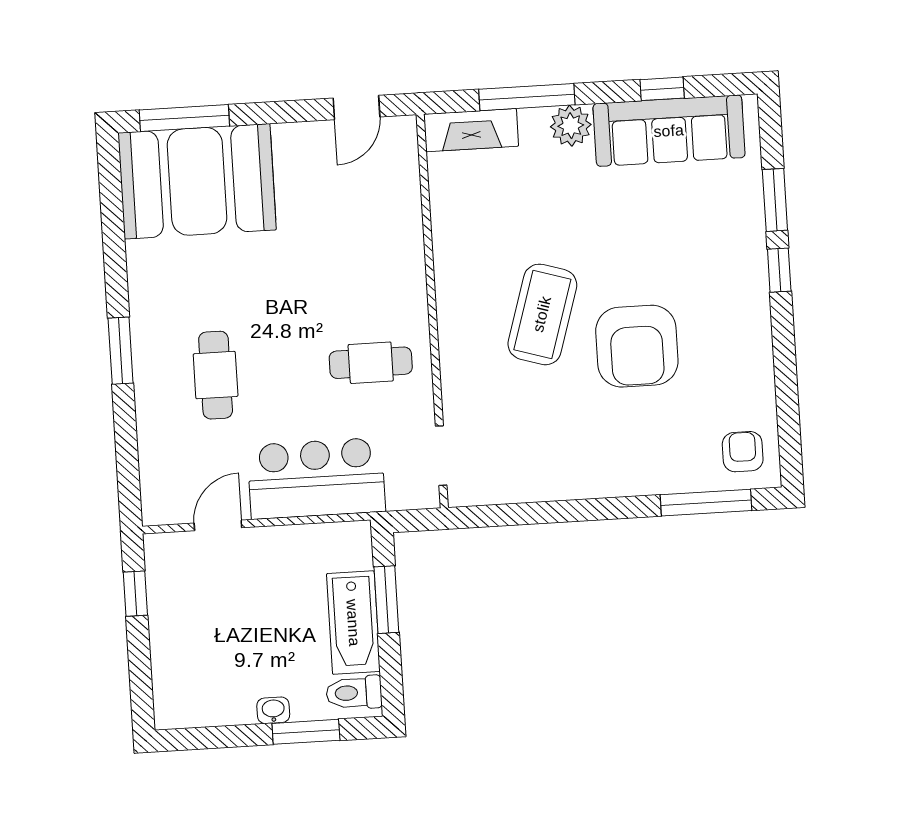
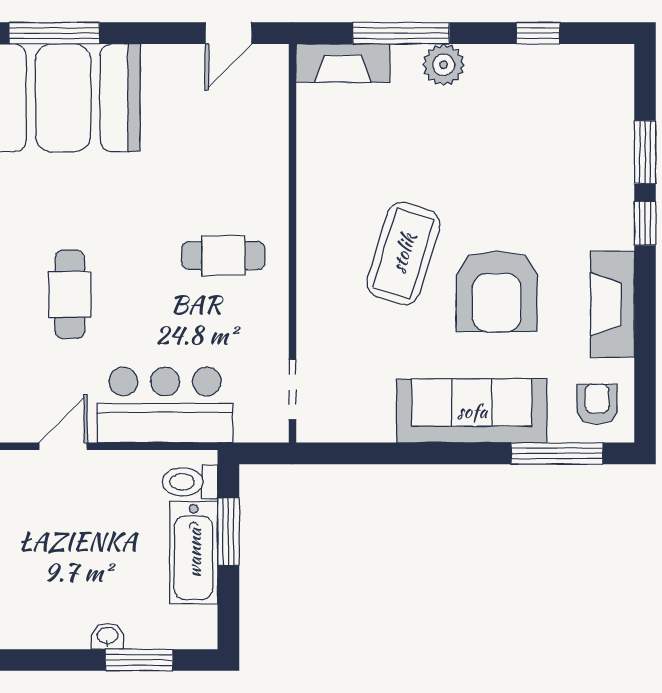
sofa: (669, 131) -> (472, 411), moved, turned 180
fireplace: (752, 352) -> (613, 304), added
cafe table: (371, 363) -> (223, 255), moved
toilet: (354, 693) -> (190, 482), moved

